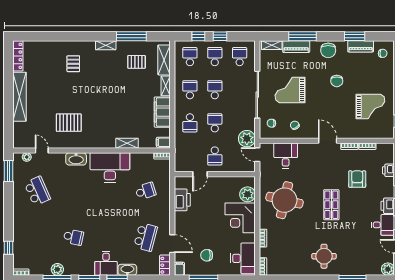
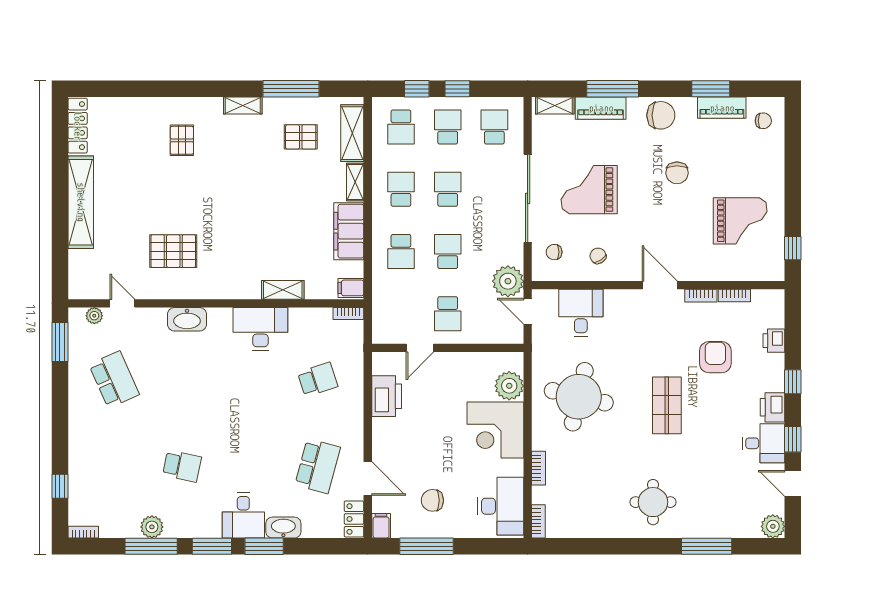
chair: (328, 50) -> (661, 115), turned -90
school desk: (190, 57) -> (401, 127), turned 180
desk: (110, 167) -> (260, 329), width x0.73, depth x0.77

